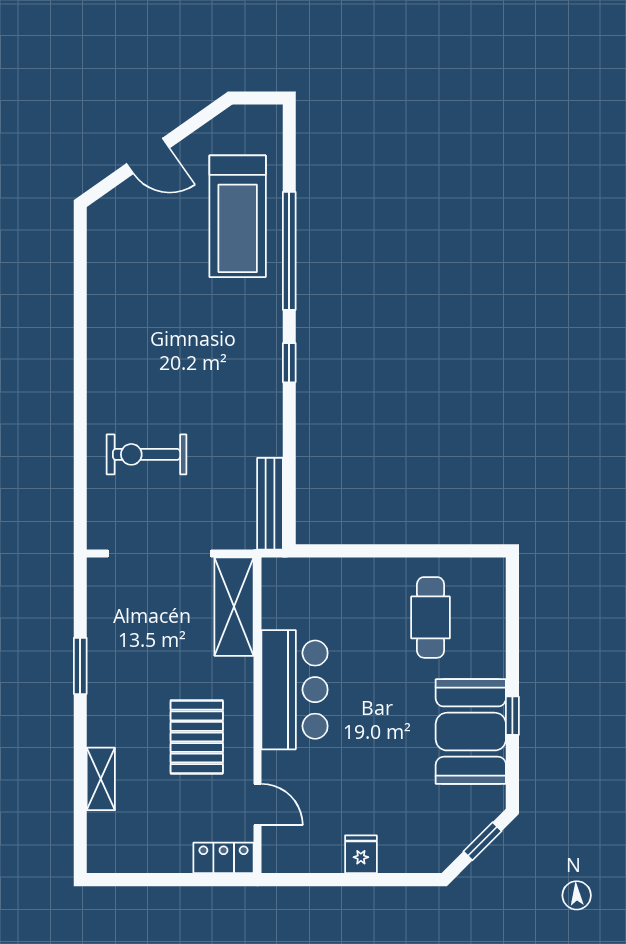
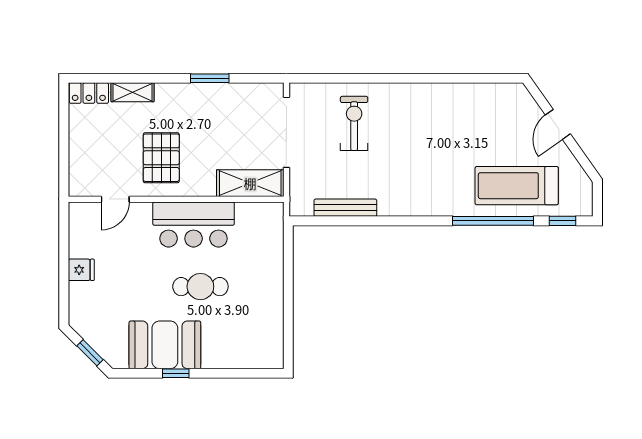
window: (289, 363) -> (562, 221), moved
bench: (270, 504) -> (345, 208), moved
cafe table: (431, 617) -> (200, 287), moved
pallet: (197, 737) -> (161, 158), turned 90
locker: (223, 858) -> (89, 93), moved, turned 90

